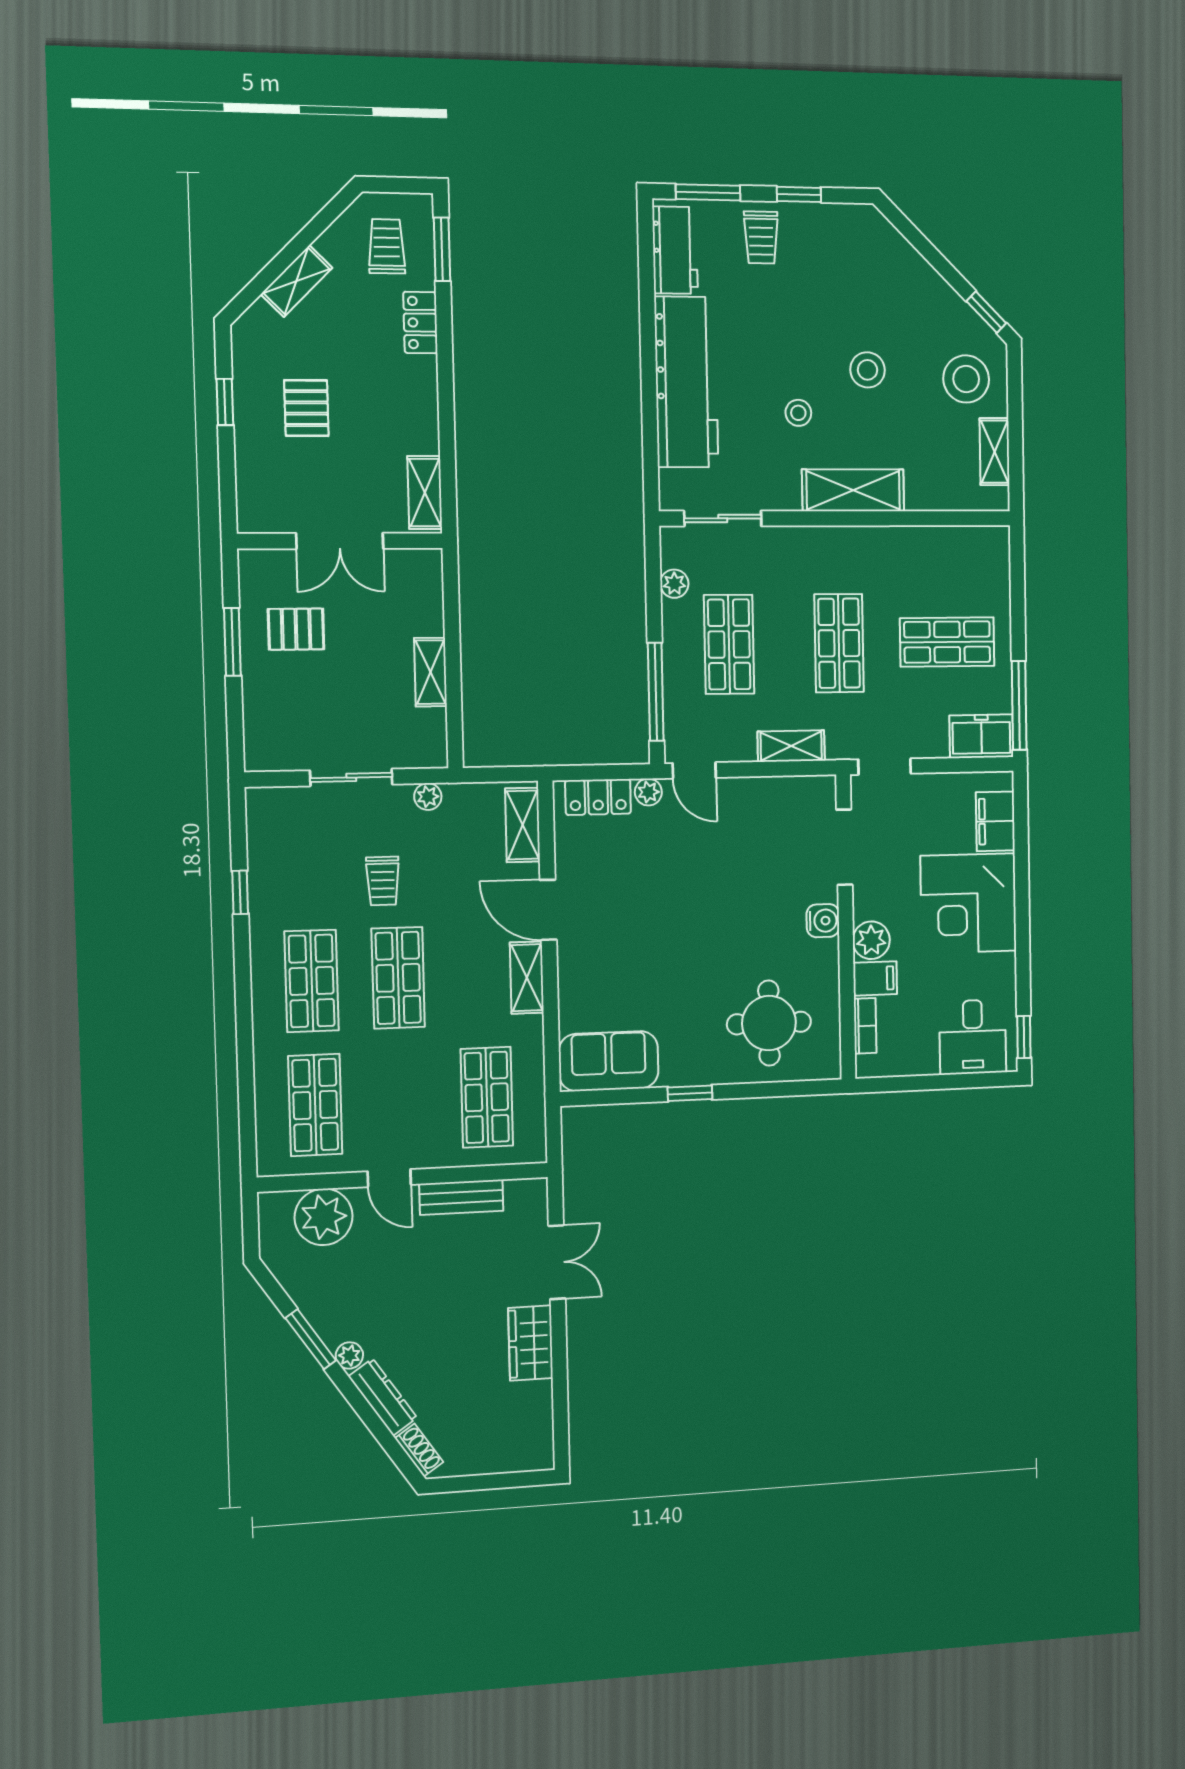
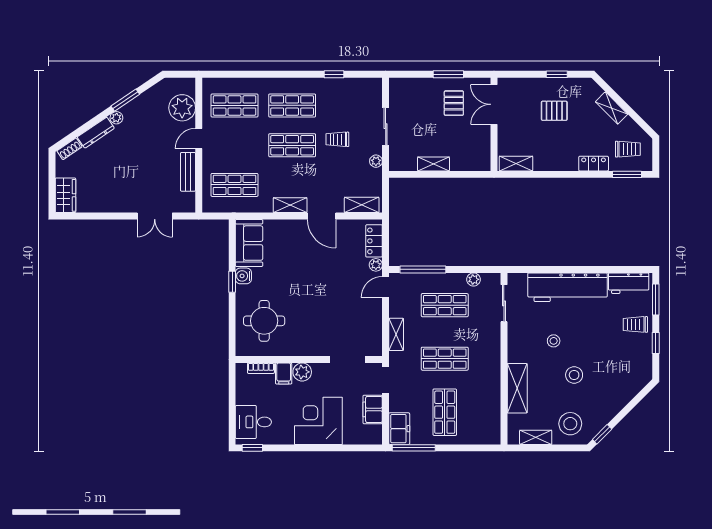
shelving: (853, 490) -> (517, 388), moved
double door: (340, 541) -> (494, 104), moved
filing cabinet: (995, 821) -> (373, 409), moved, turned -90
door: (548, 910) -> (322, 216), swing flipped
water cooler: (823, 921) -> (243, 276), moved, turned 90
wardrobe: (531, 1343) -> (65, 195), moved, turned 90

